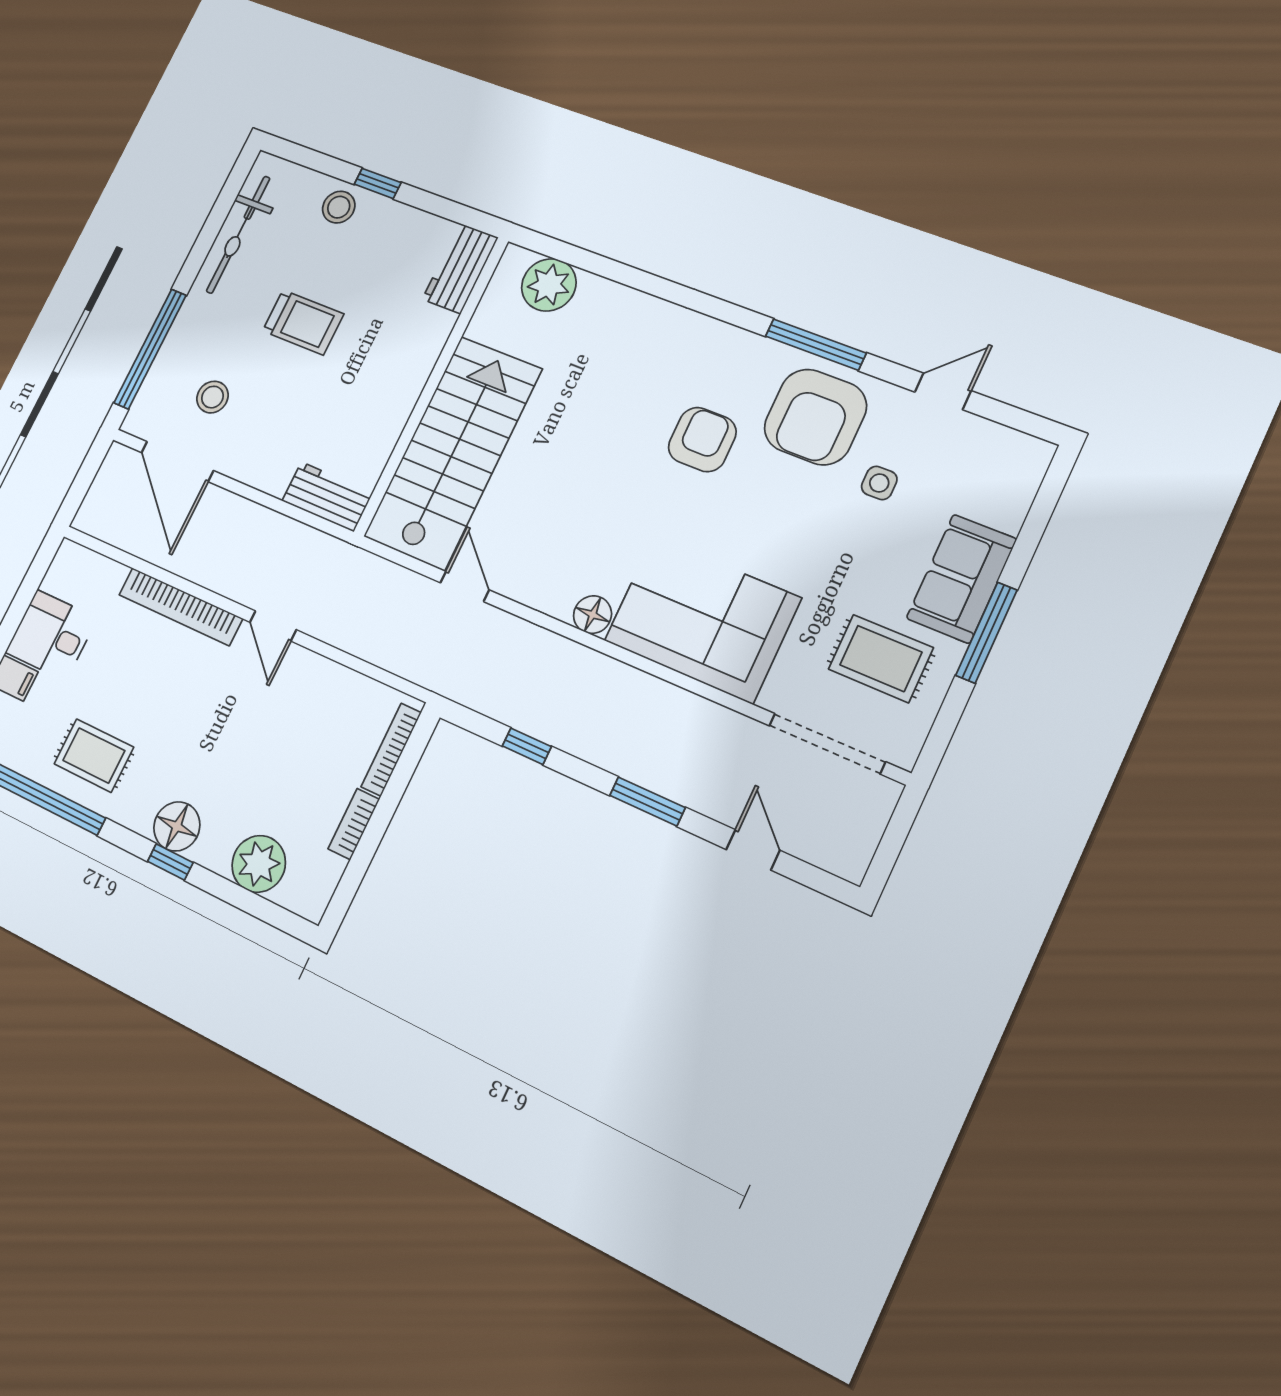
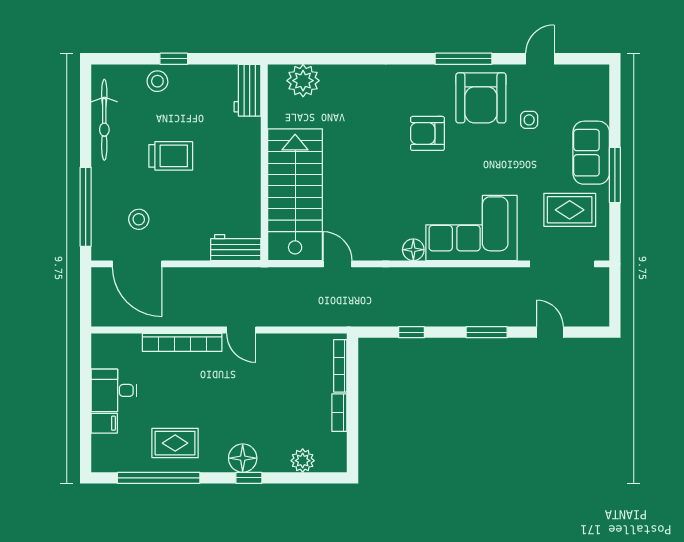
armchair: (702, 440) -> (427, 133), turned -90
plant: (259, 864) -> (303, 461), width x0.73, depth x0.73

